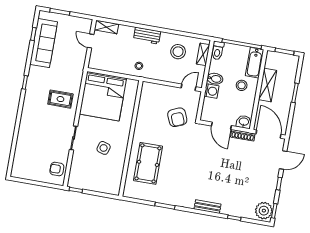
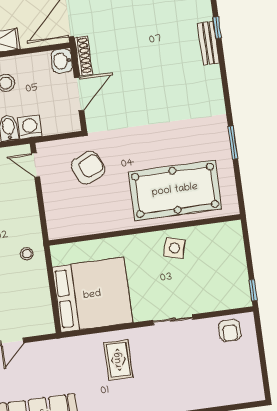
side table: (104, 148) -> (174, 248), moved
pool table: (148, 163) -> (175, 190), width x1.36, depth x1.32
bench: (208, 207) -> (208, 43), moved

